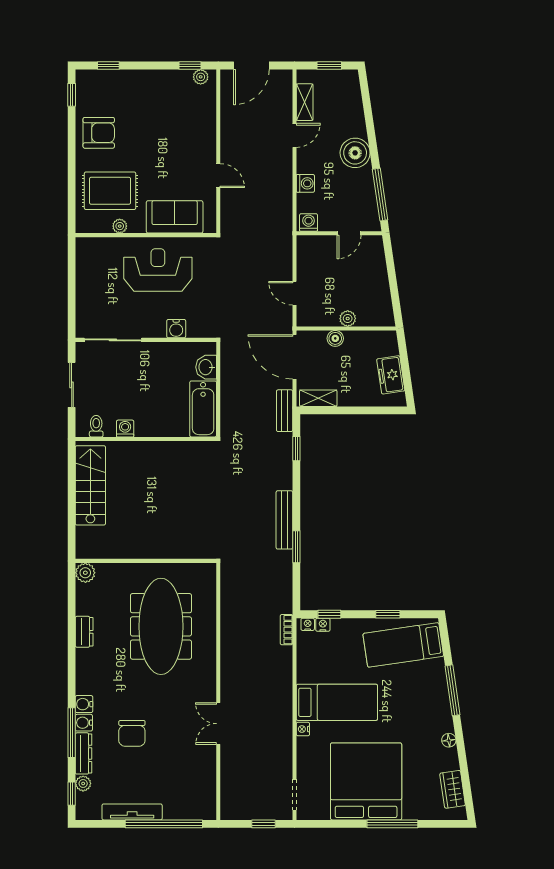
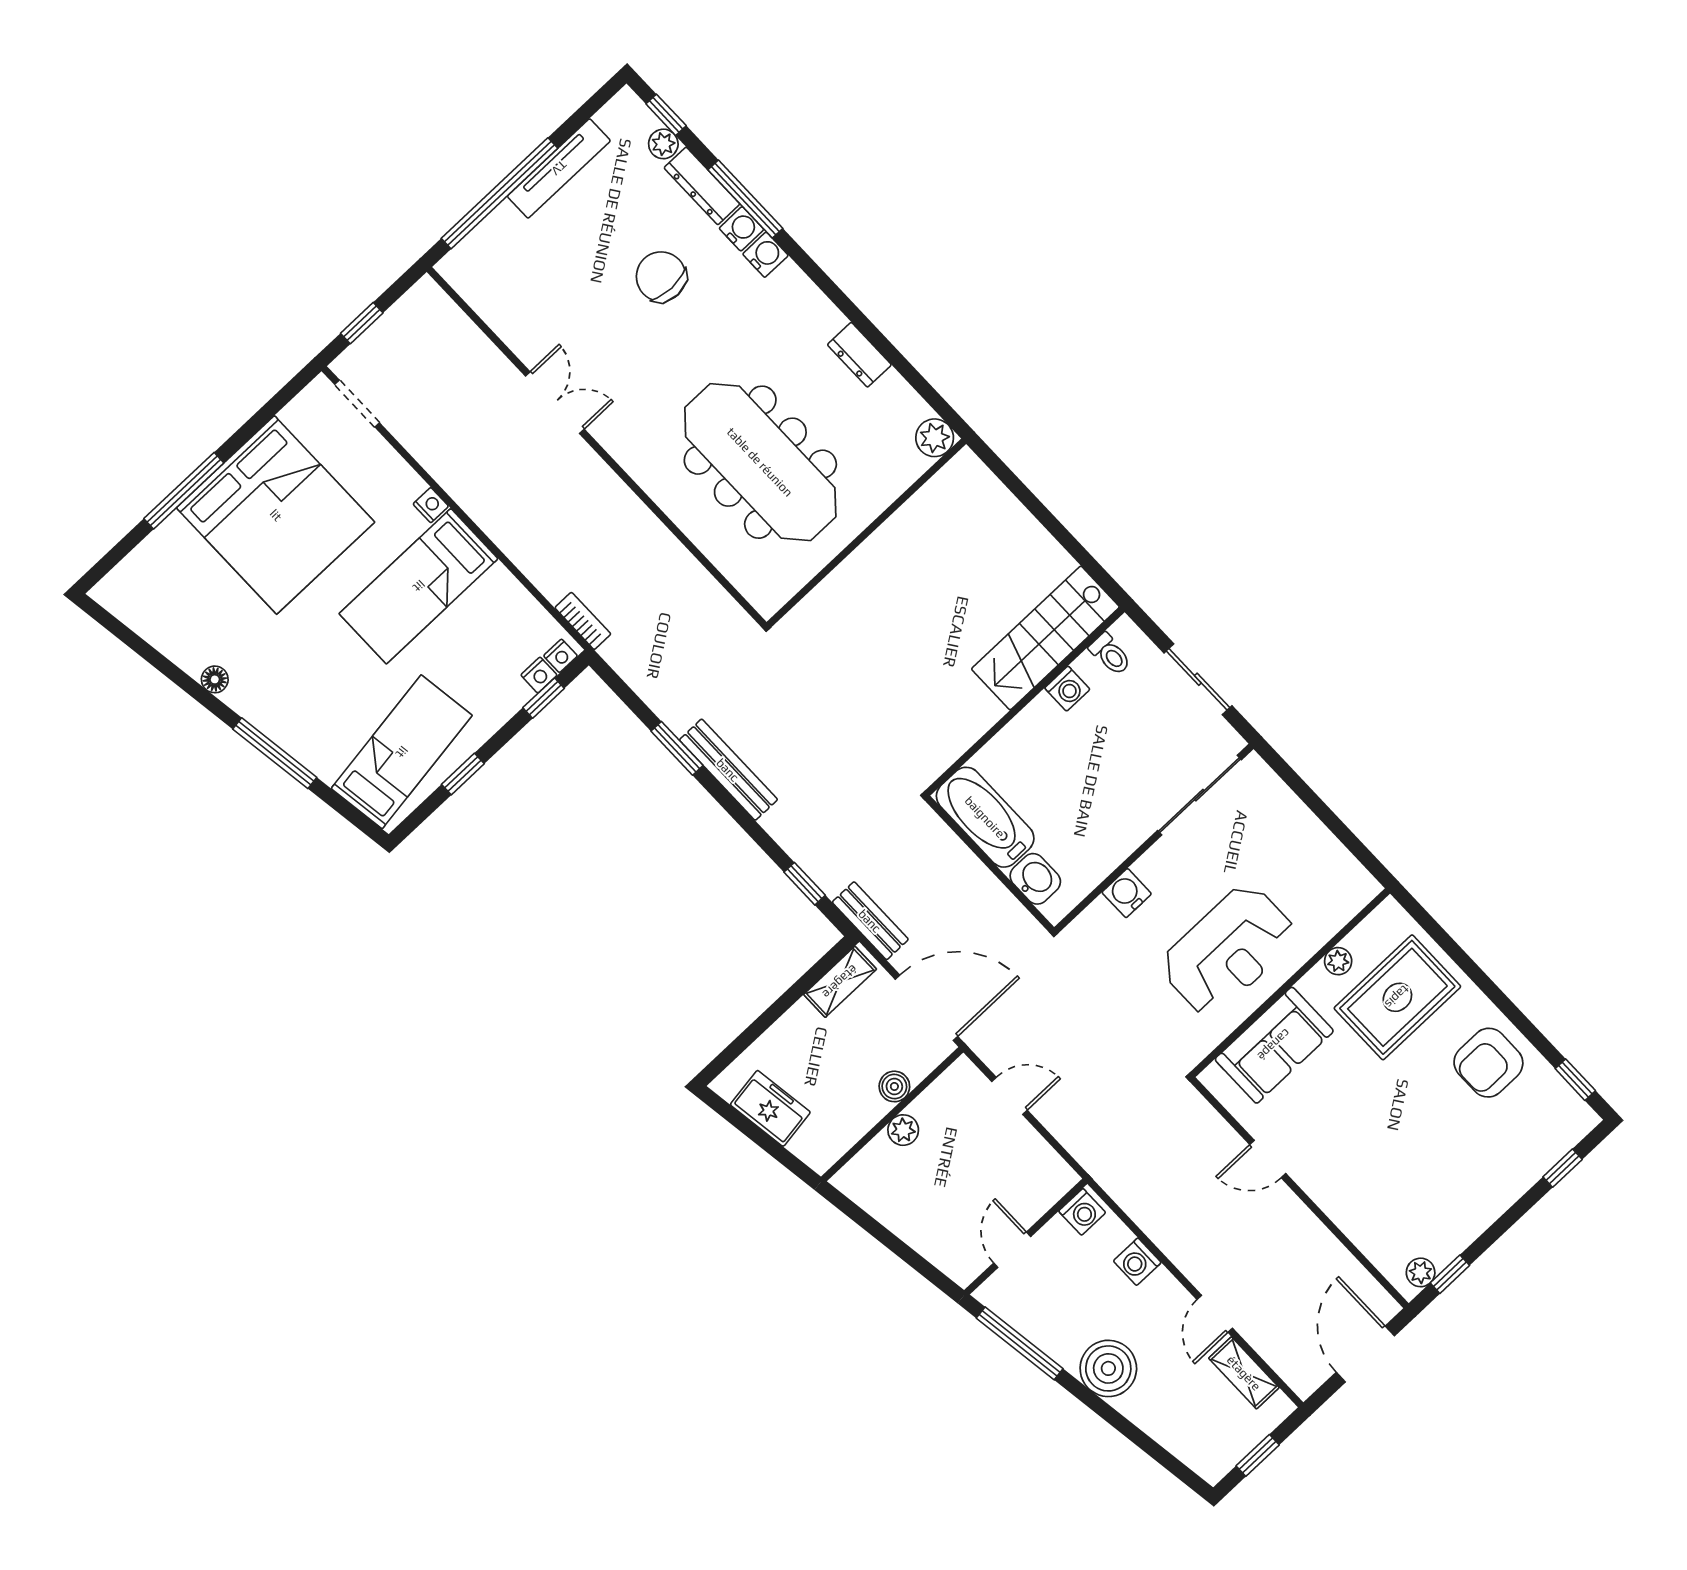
stairs: (90, 485) -> (1045, 638), moved, turned 90
wardrobe: (453, 789) -> (146, 617), removed

